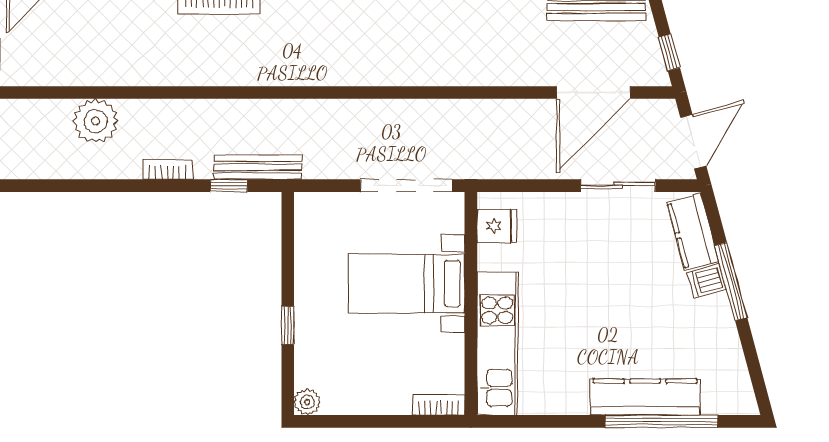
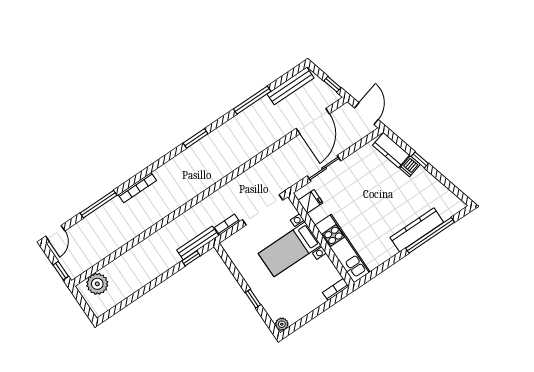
plant: (96, 121) -> (97, 284), moved
bookcase: (168, 170) -> (227, 224), moved
sliding door: (618, 186) -> (324, 168), moved
window: (731, 281) -> (420, 160), width x0.46

